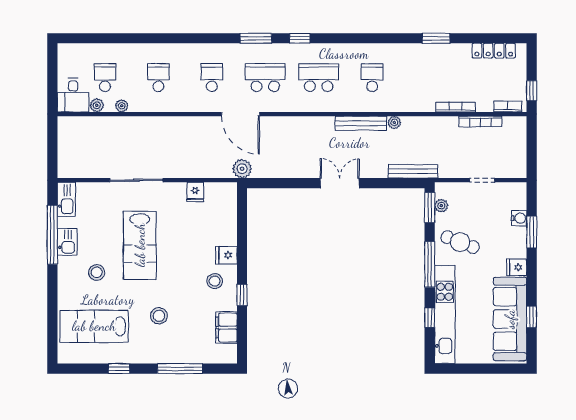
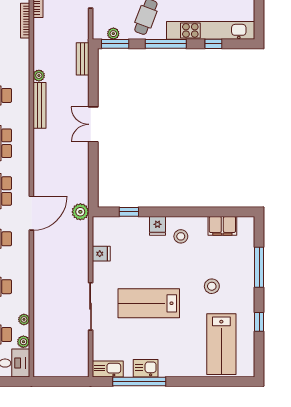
bench: (413, 171) -> (83, 59), width x0.73
lab bench: (140, 245) -> (149, 303), turned 180
stool: (97, 272) -> (173, 342), removed
window: (242, 295) -> (129, 212), moved

